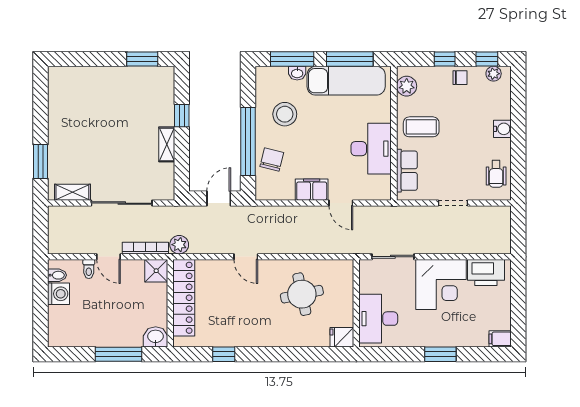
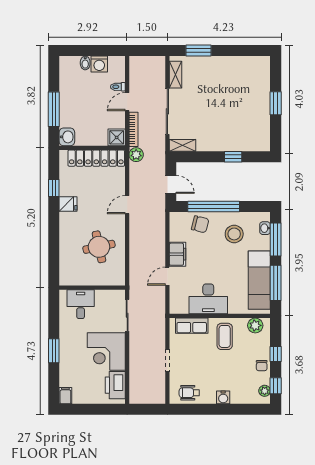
window: (142, 59) -> (276, 103), moved
washbasin: (297, 73) -> (265, 228), moved
shelving: (167, 144) -> (183, 145), moved
bidet: (57, 275) -> (85, 63), moved
desk: (378, 319) -> (81, 304), width x0.73
fridge: (342, 337) -> (68, 204), moved, turned 90

